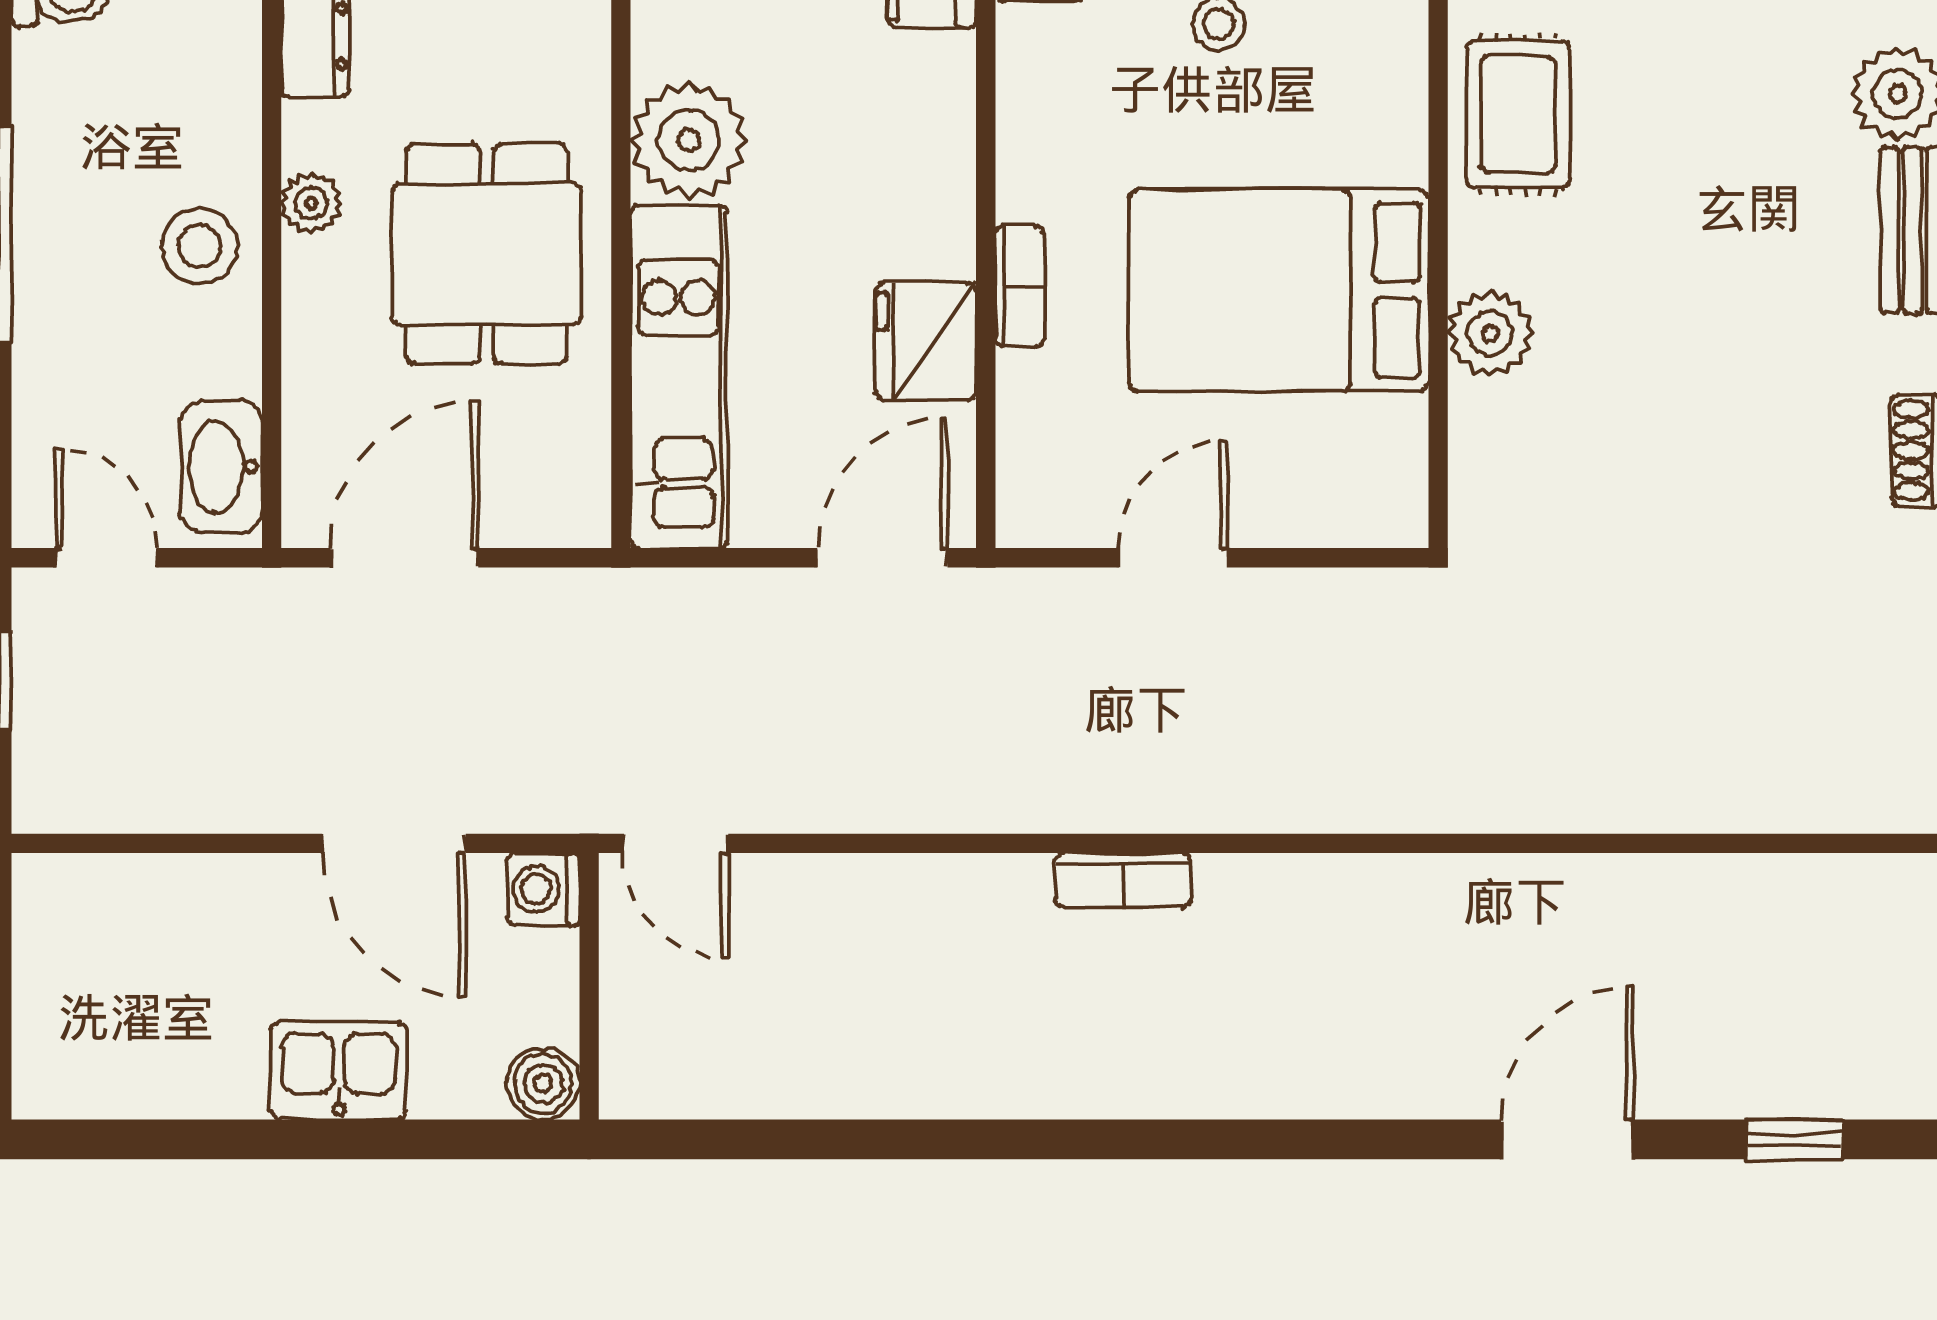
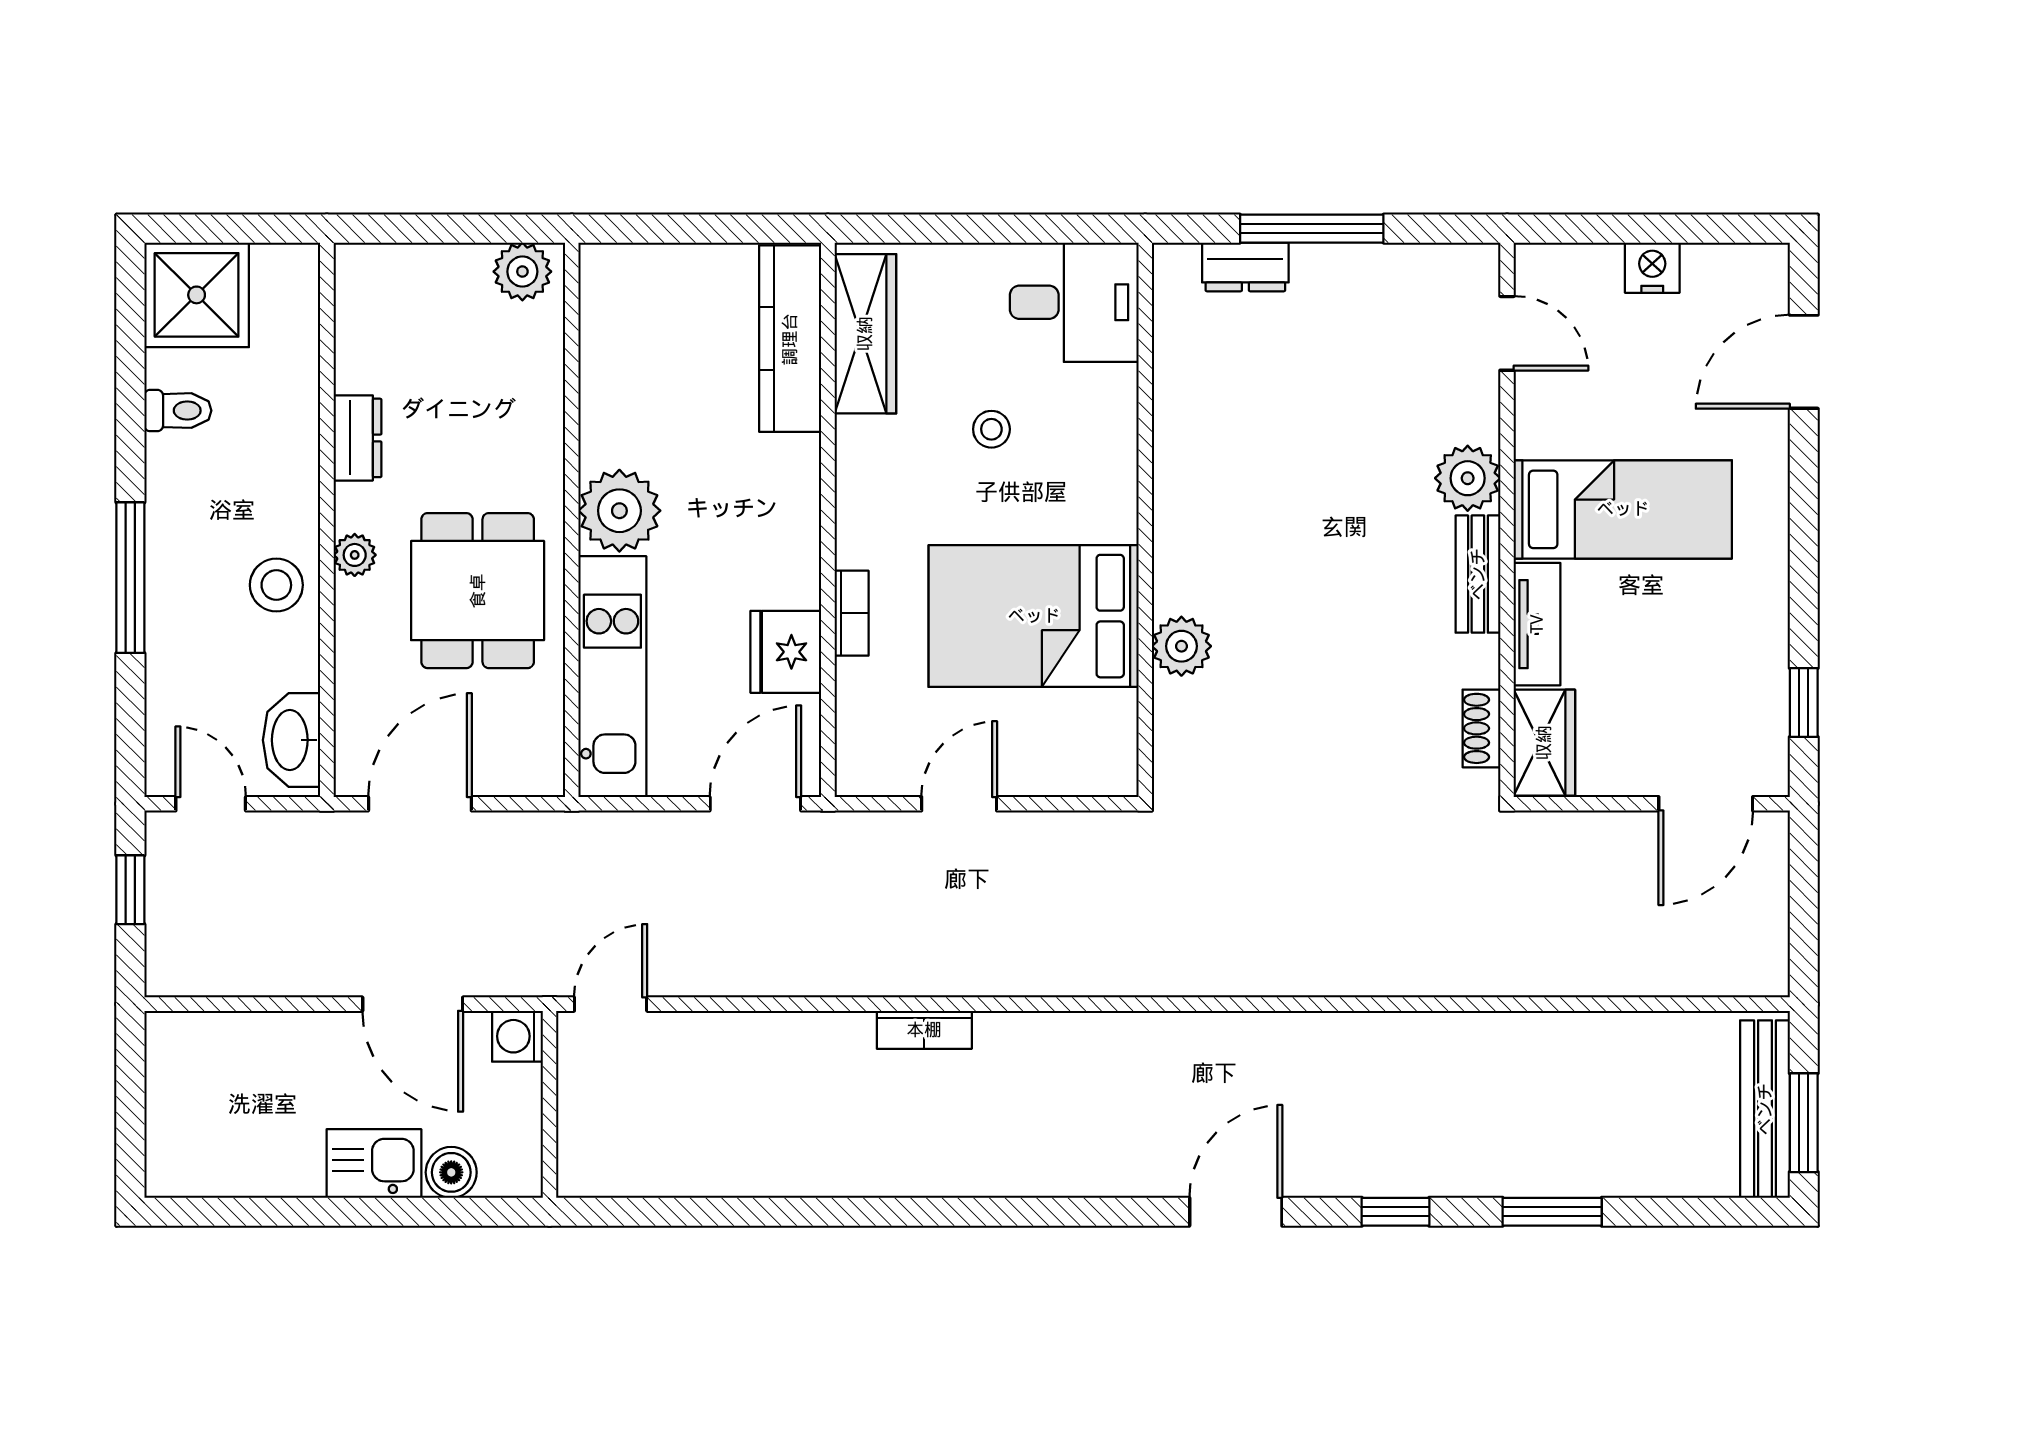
rug: (1518, 114) -> (1201, 493), removed
door: (676, 843) -> (611, 1004), swing flipped
boiler: (543, 1083) -> (451, 1172), moved

